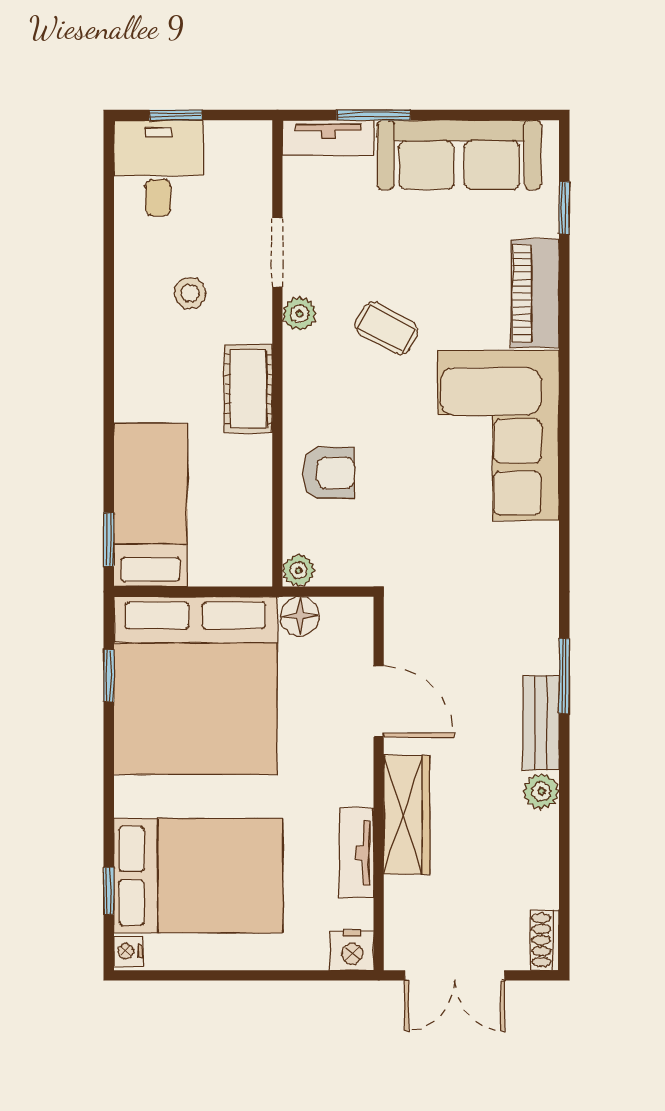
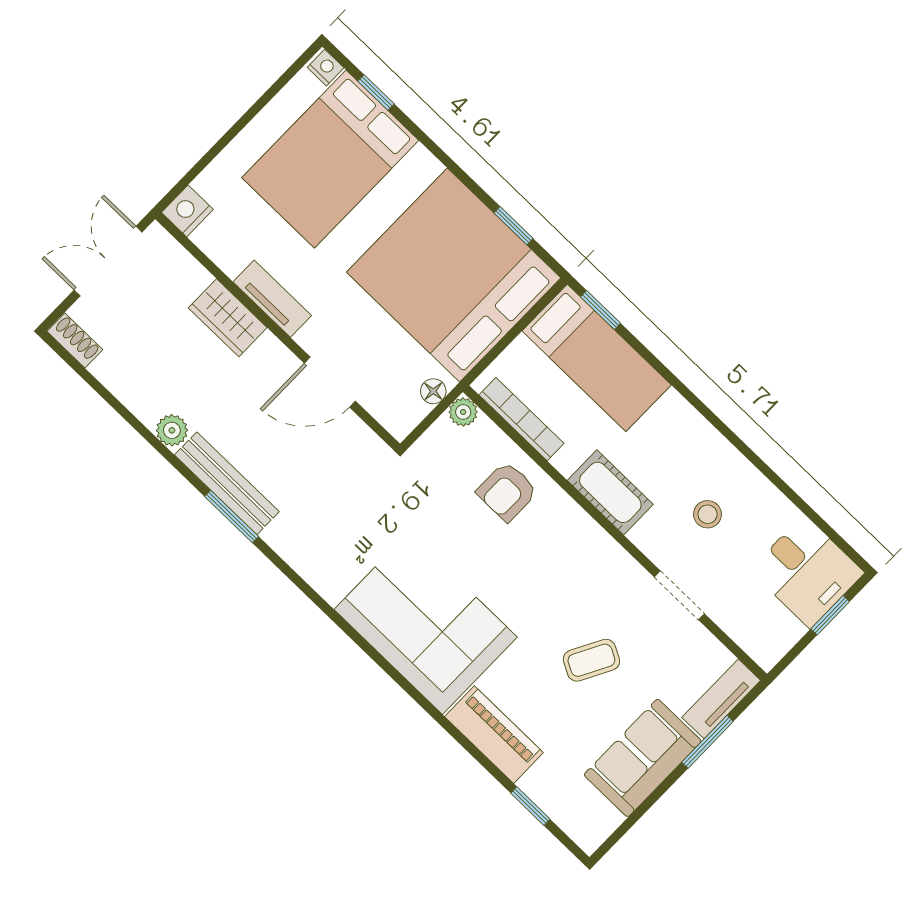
sofa: (459, 155) -> (643, 758), width x0.73
plant: (299, 314) -> (627, 571), removed
coffee table: (387, 328) -> (591, 660), moved
bookcase: (259, 518) -> (521, 419), added
floor lamp: (300, 616) -> (433, 391), width x0.73, depth x0.73
bench: (541, 723) -> (227, 483), width x1.36
wardrobe: (407, 815) -> (228, 318), width x0.67
tv unit: (356, 853) -> (272, 299), moved

